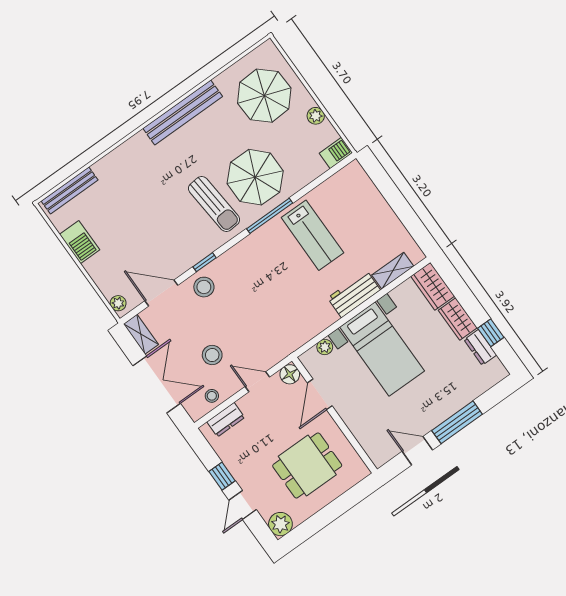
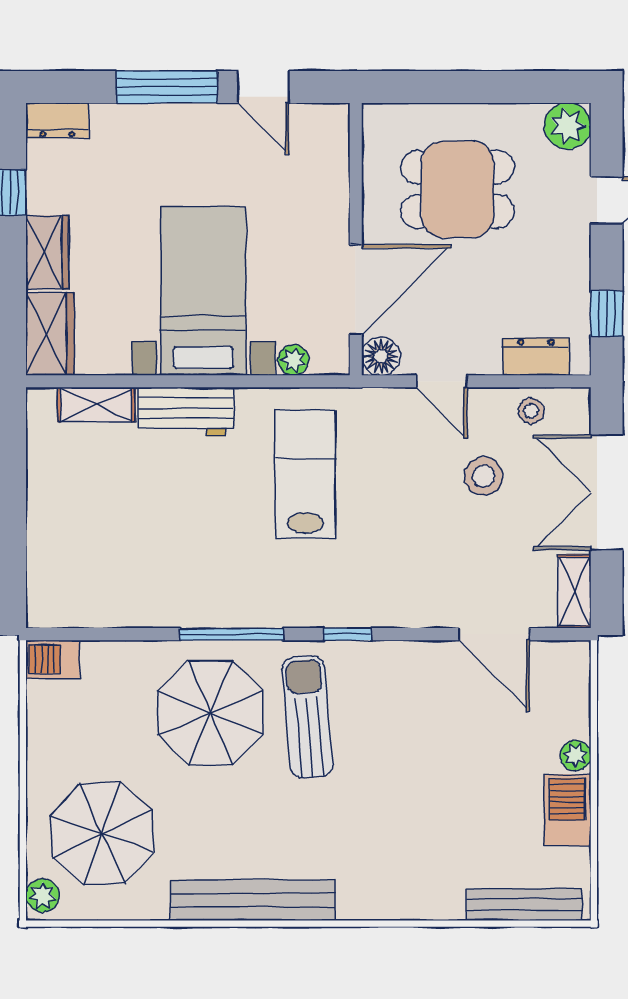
plant: (316, 116) -> (43, 896), moved
lab bench: (312, 235) -> (305, 474), moved
window: (205, 262) -> (347, 634), moved
stool: (204, 287) -> (419, 595), removed
plant: (118, 303) -> (575, 756), moved
dresser: (480, 347) -> (57, 120), moved, turned 90
door: (320, 394) -> (356, 289), width x1.36
window: (222, 476) -> (607, 314), moved

